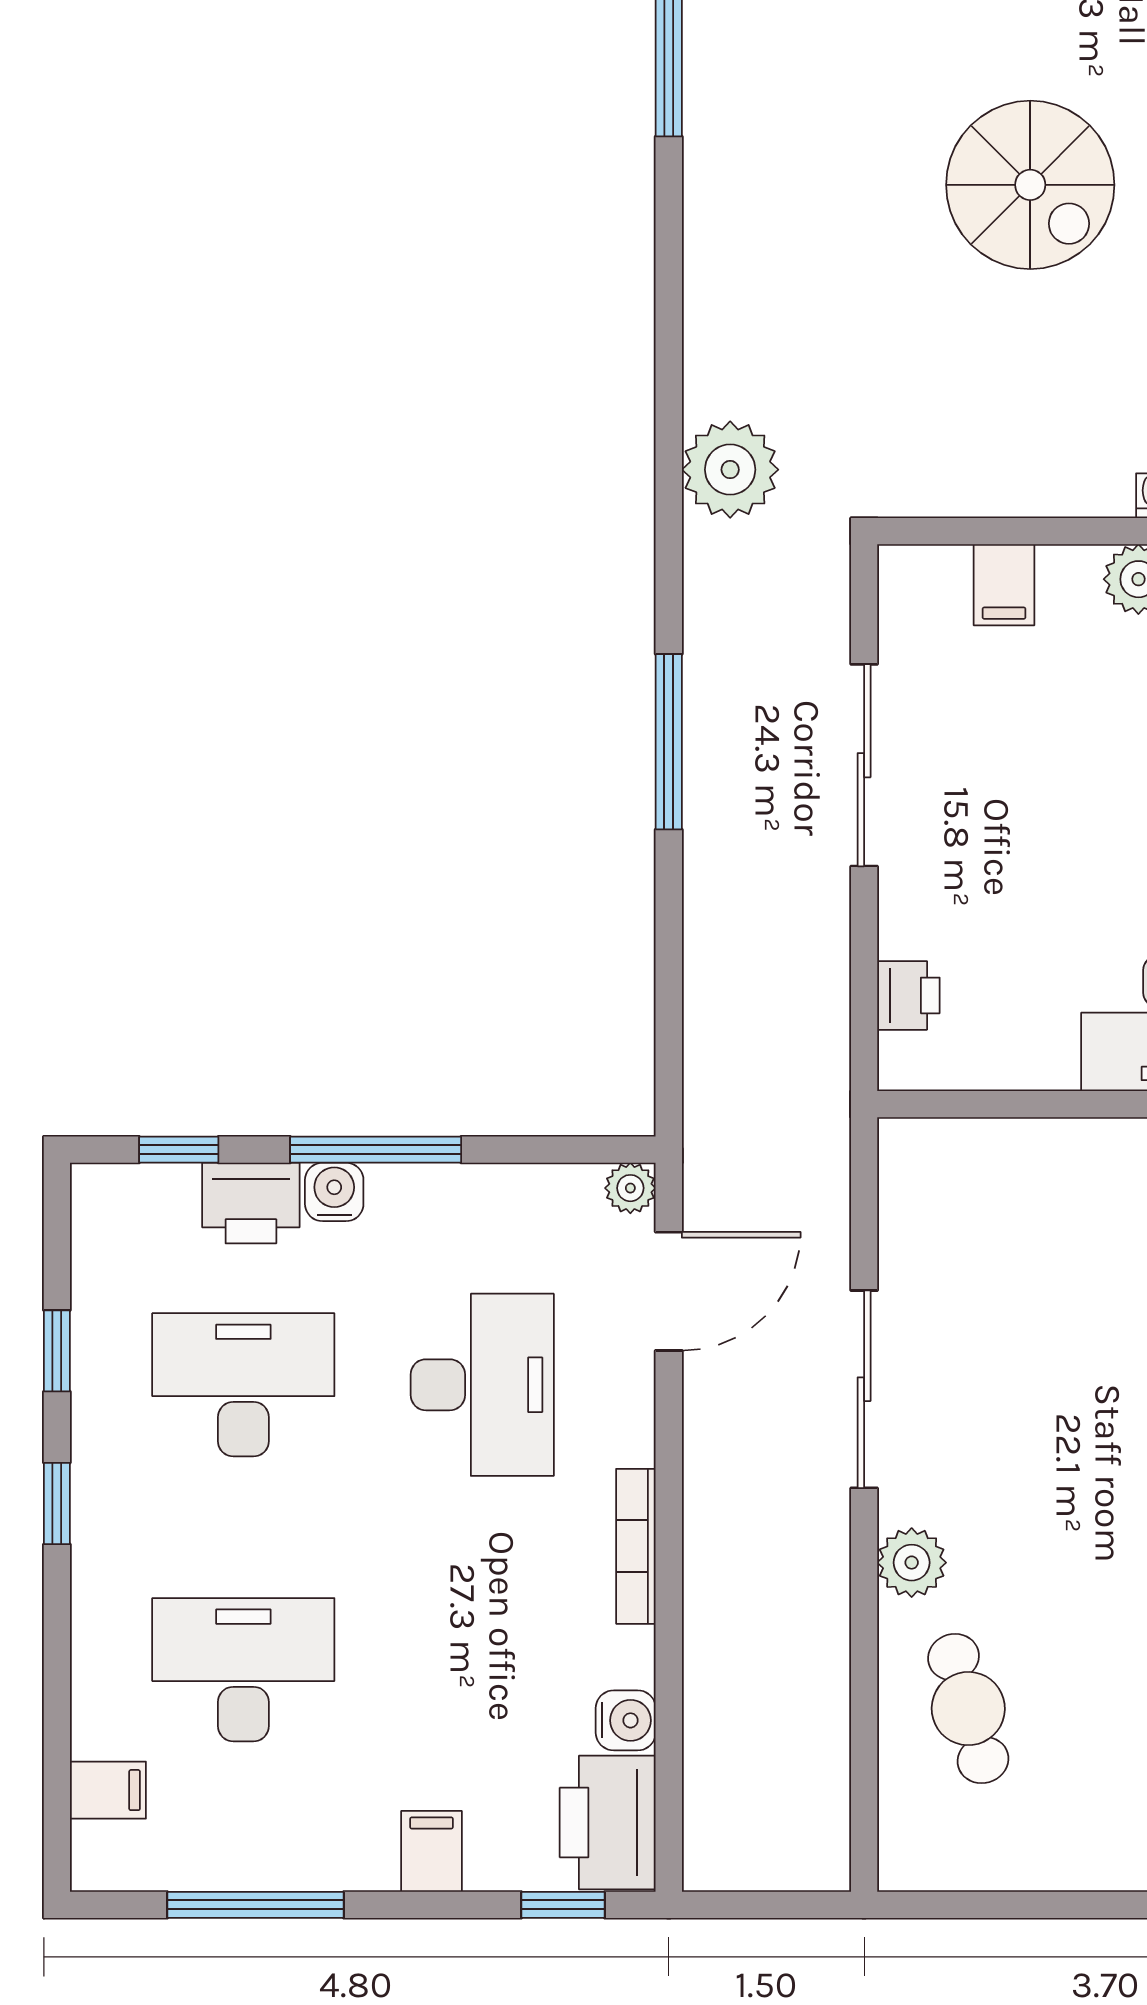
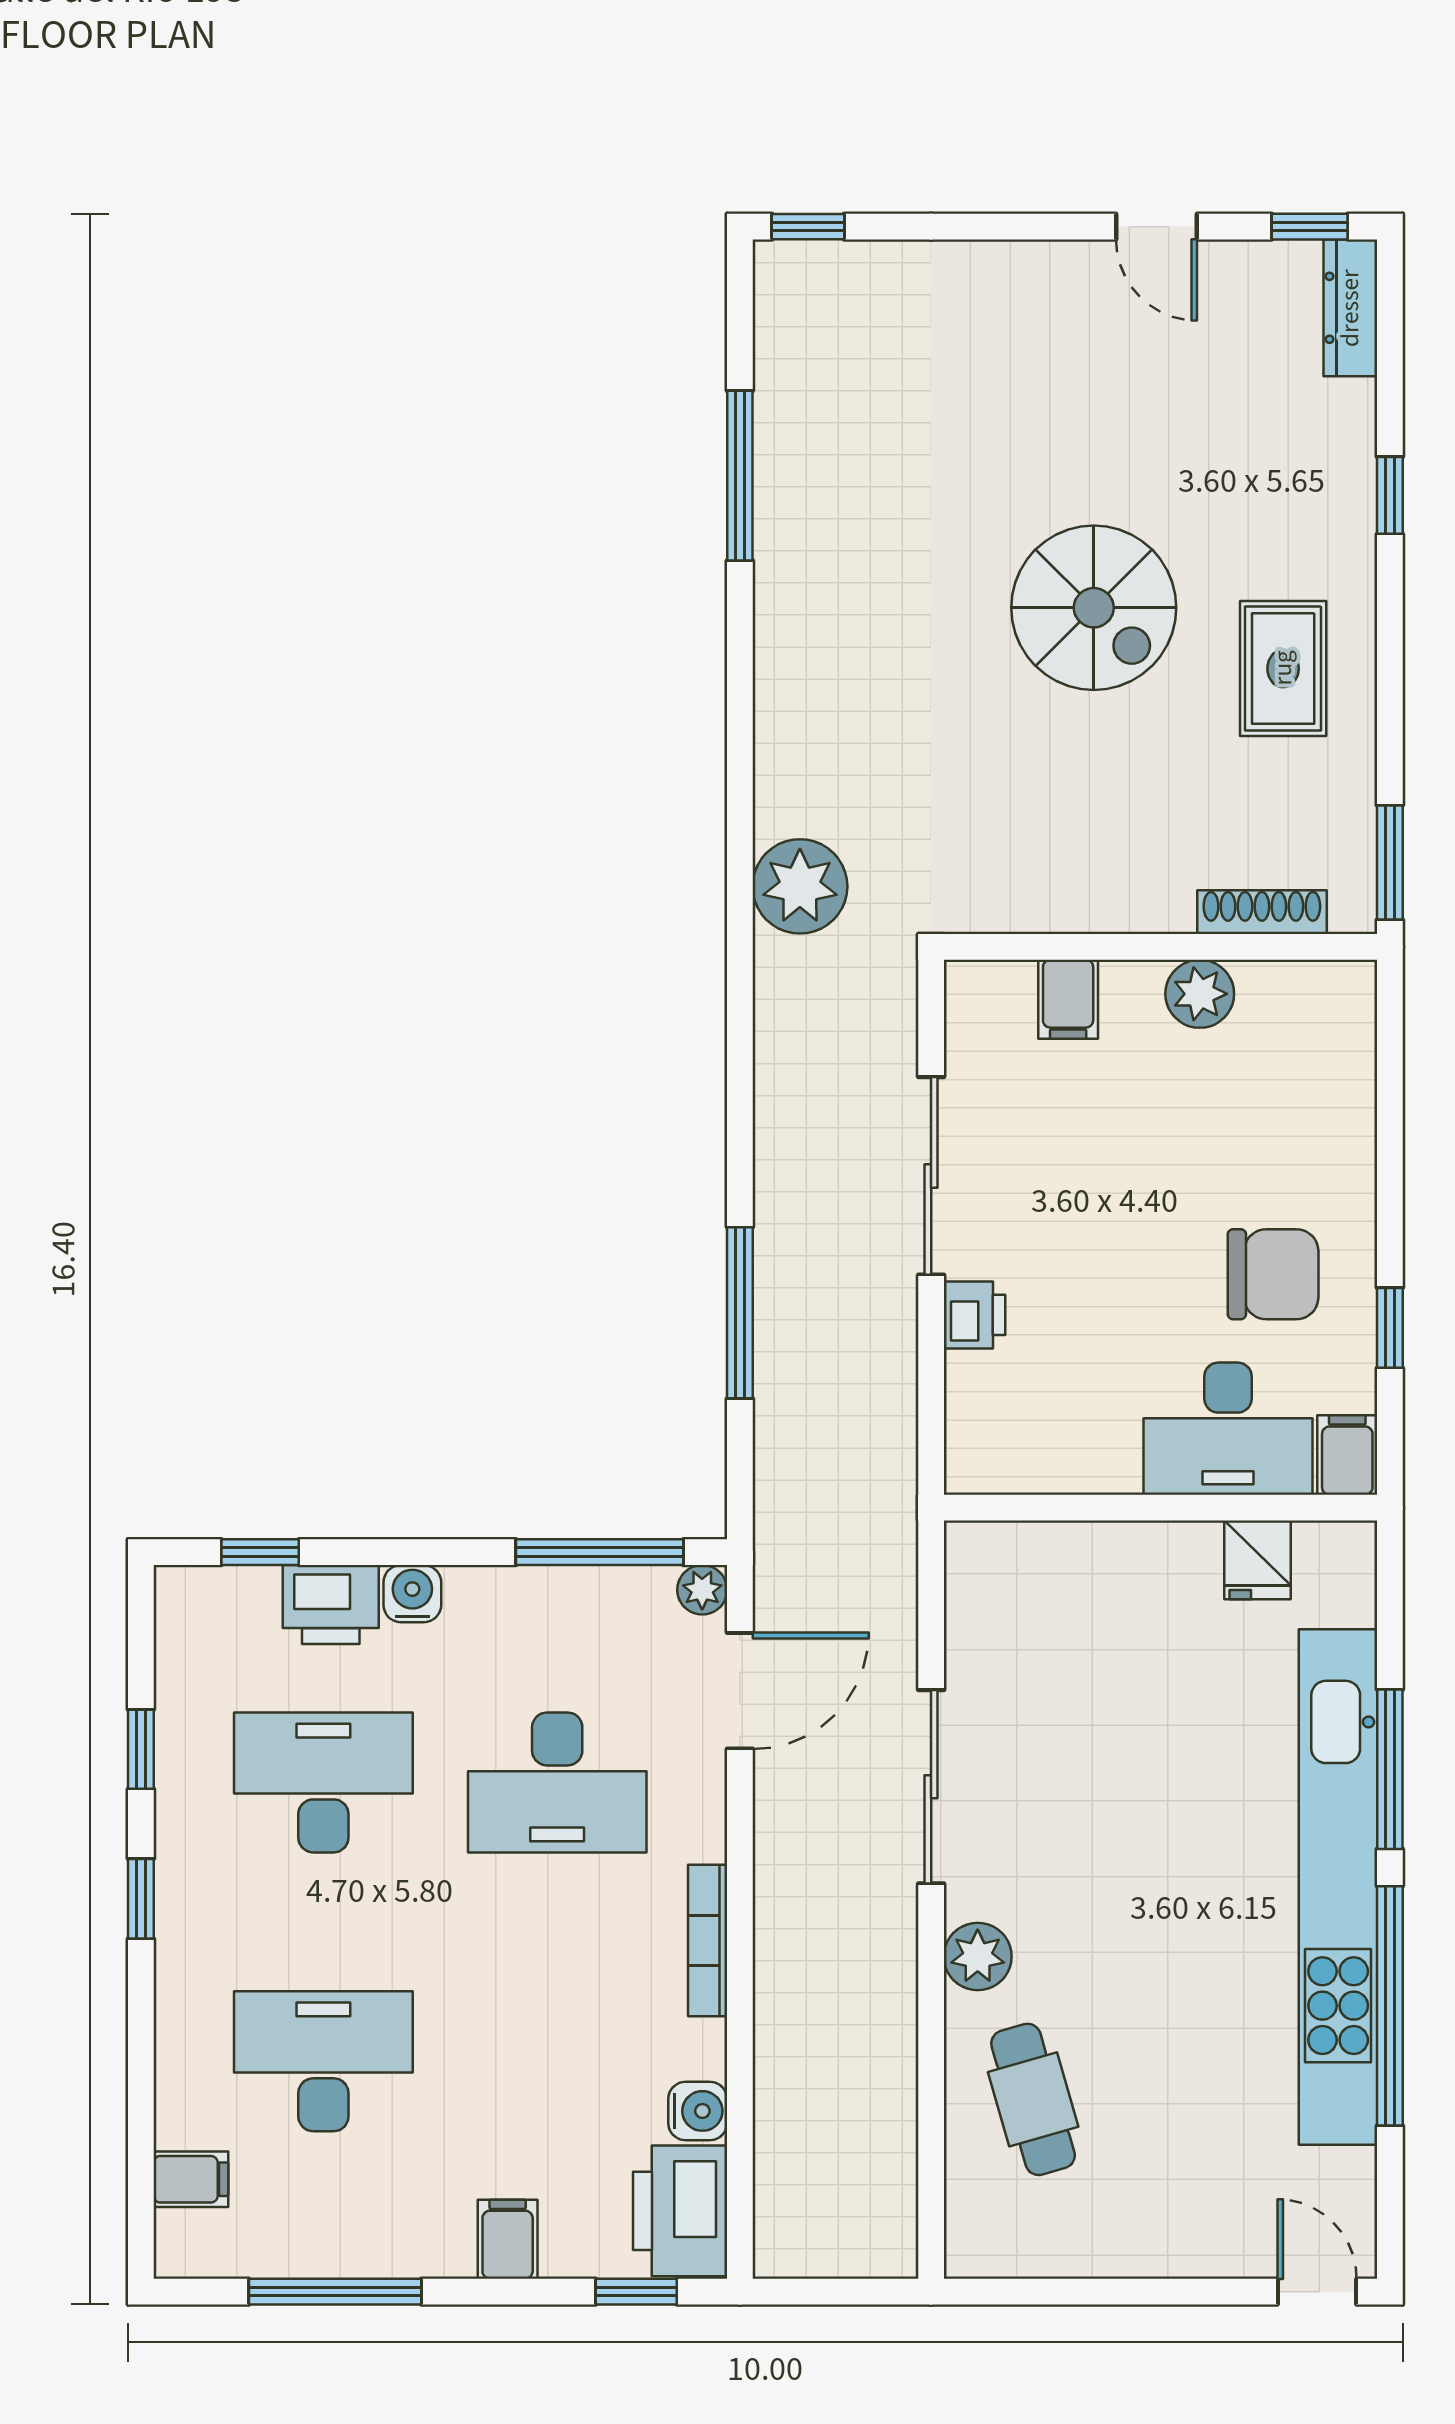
window: (669, 742) -> (740, 1313), moved
printer: (908, 995) -> (974, 1315), moved
window: (376, 1150) -> (600, 1552), moved
desk: (482, 1385) -> (557, 1782), turned 90

